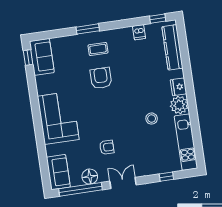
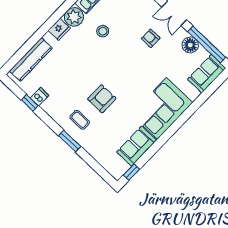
window: (158, 19) -> (30, 103), moved
sofa: (42, 57) -> (137, 146), moved
armchair: (101, 78) -> (102, 99), turned 180
armchair: (107, 147) -> (151, 38), moved

